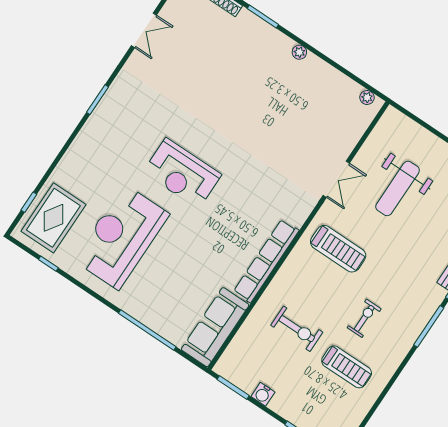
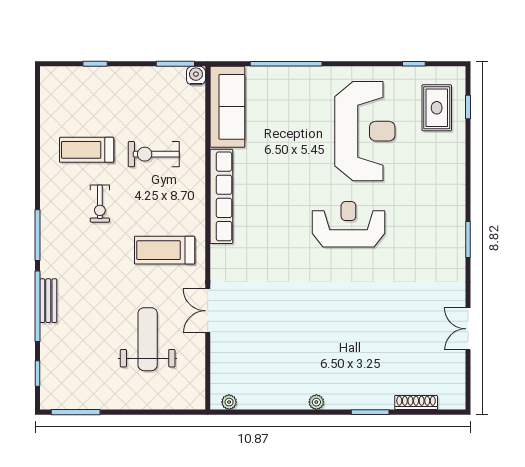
rug: (53, 218) -> (437, 108), width x0.73, depth x0.70
water cooler: (263, 394) -> (196, 76), moved

